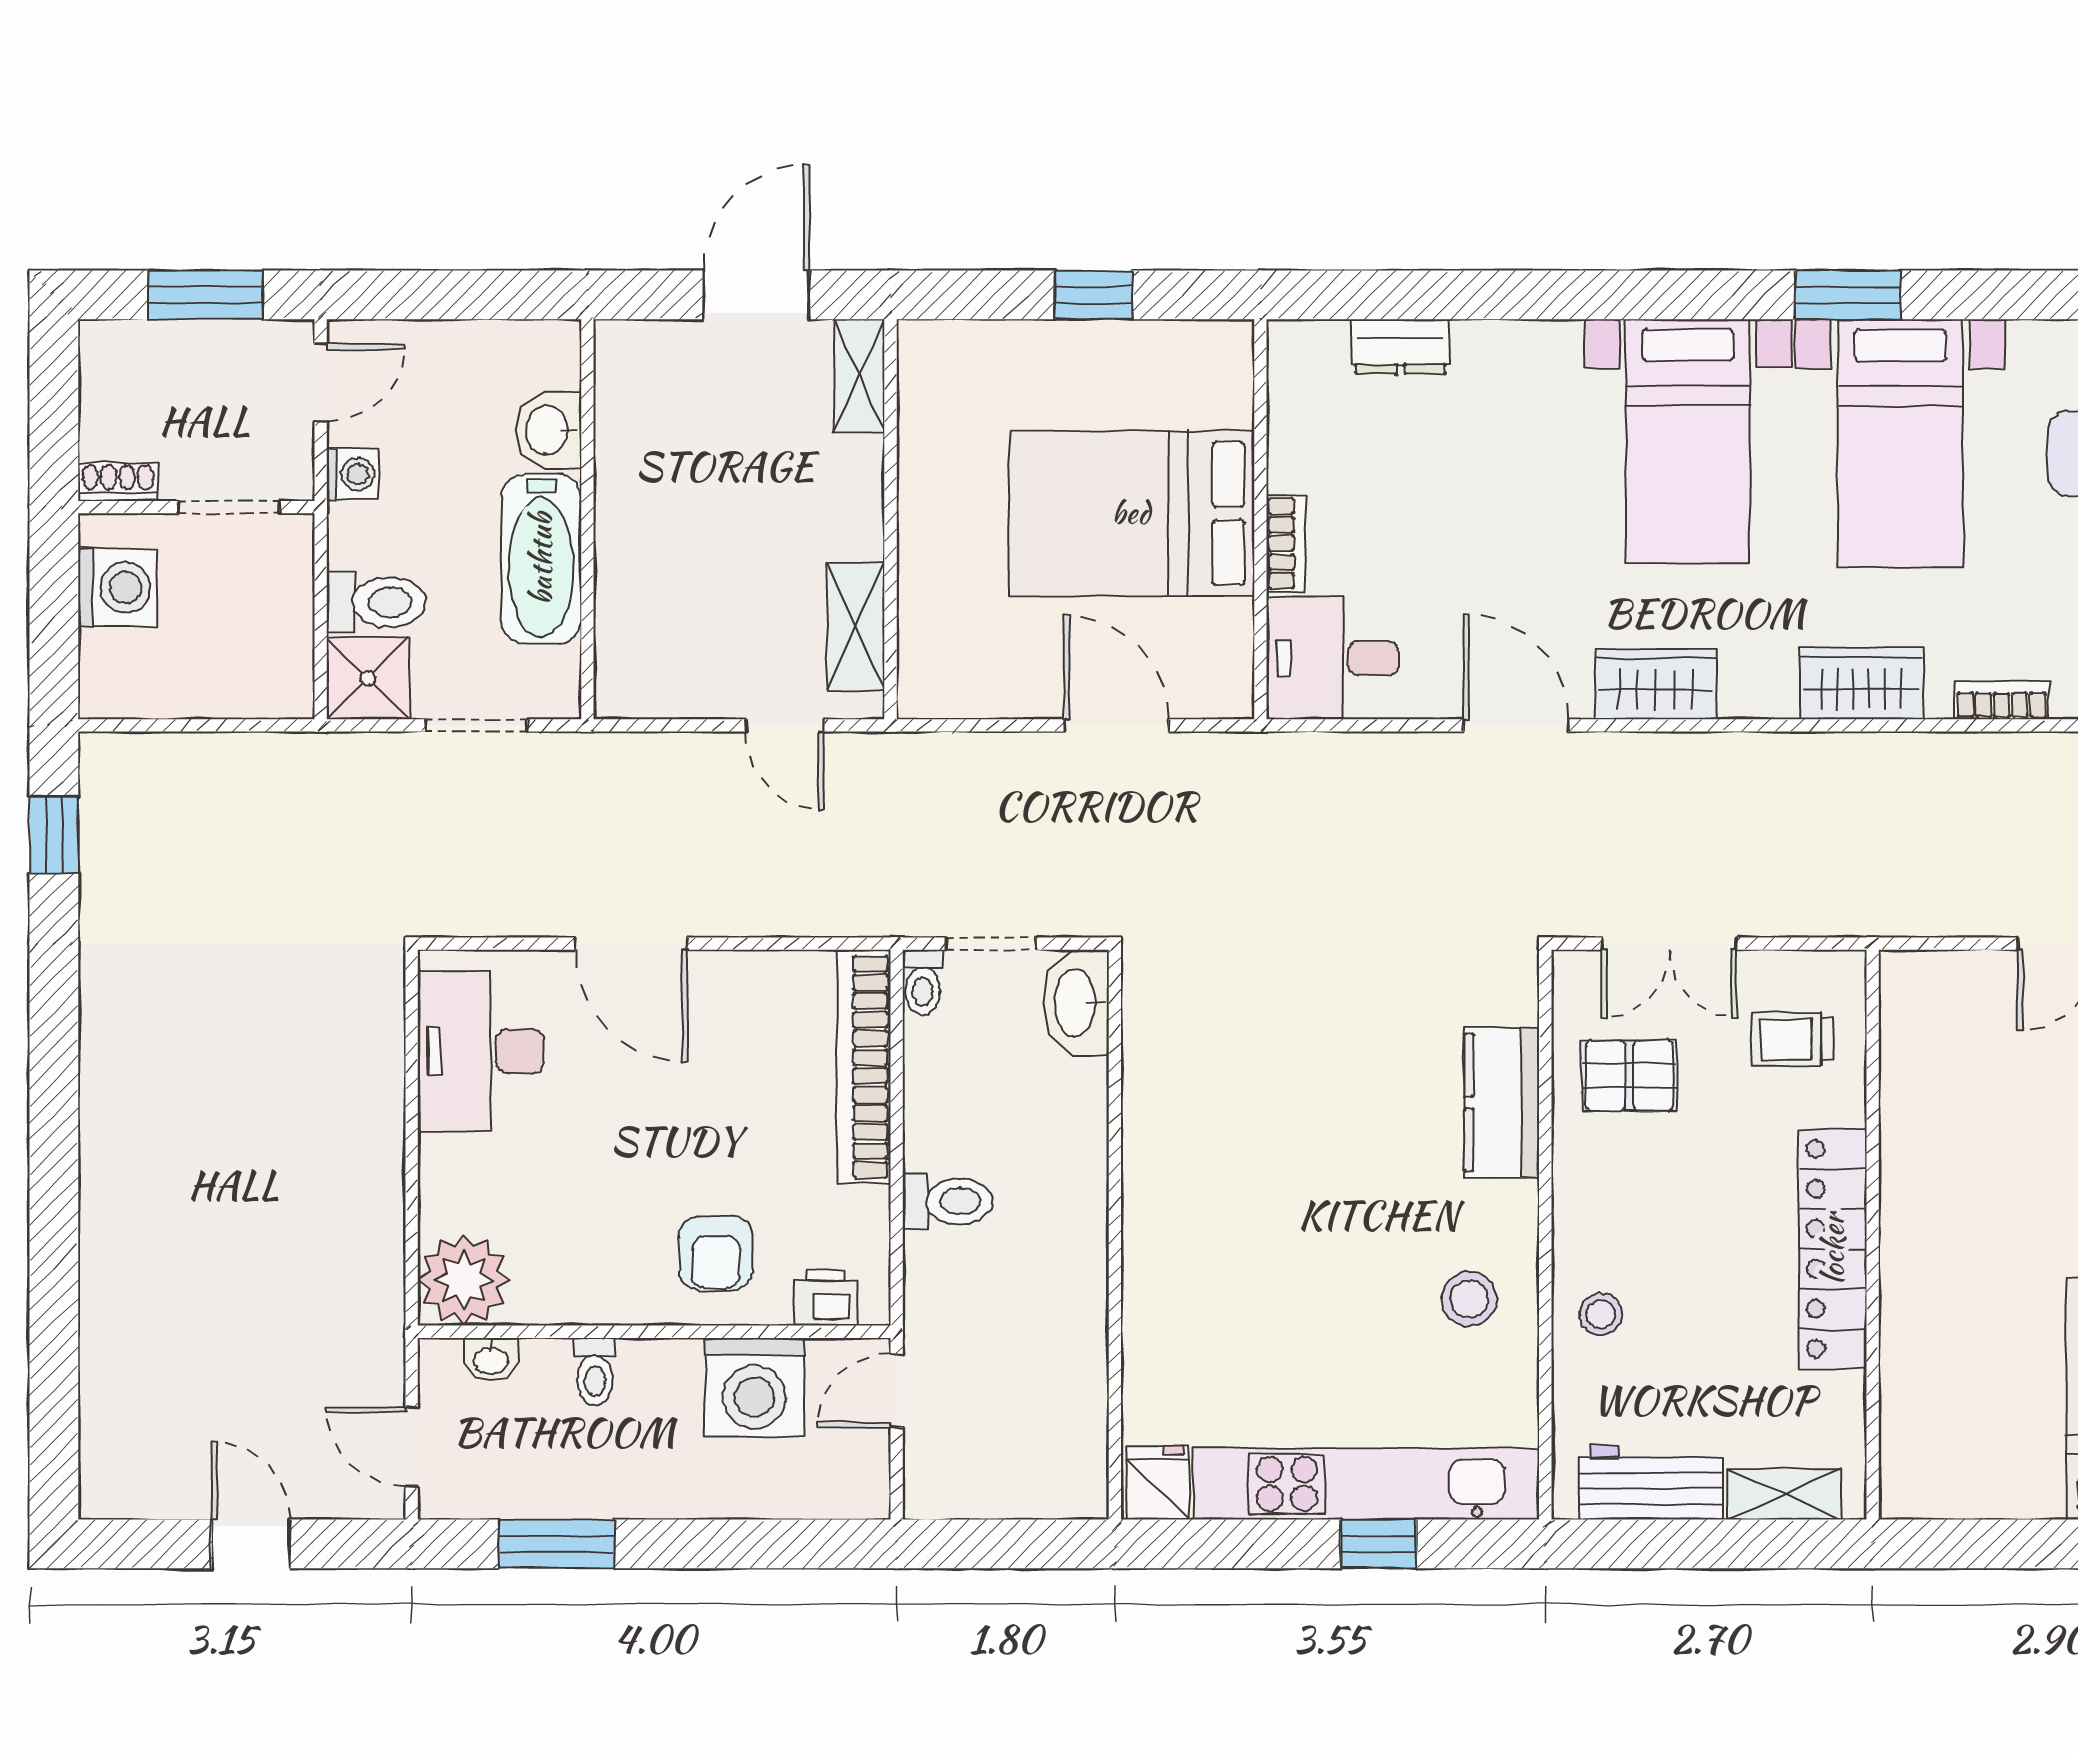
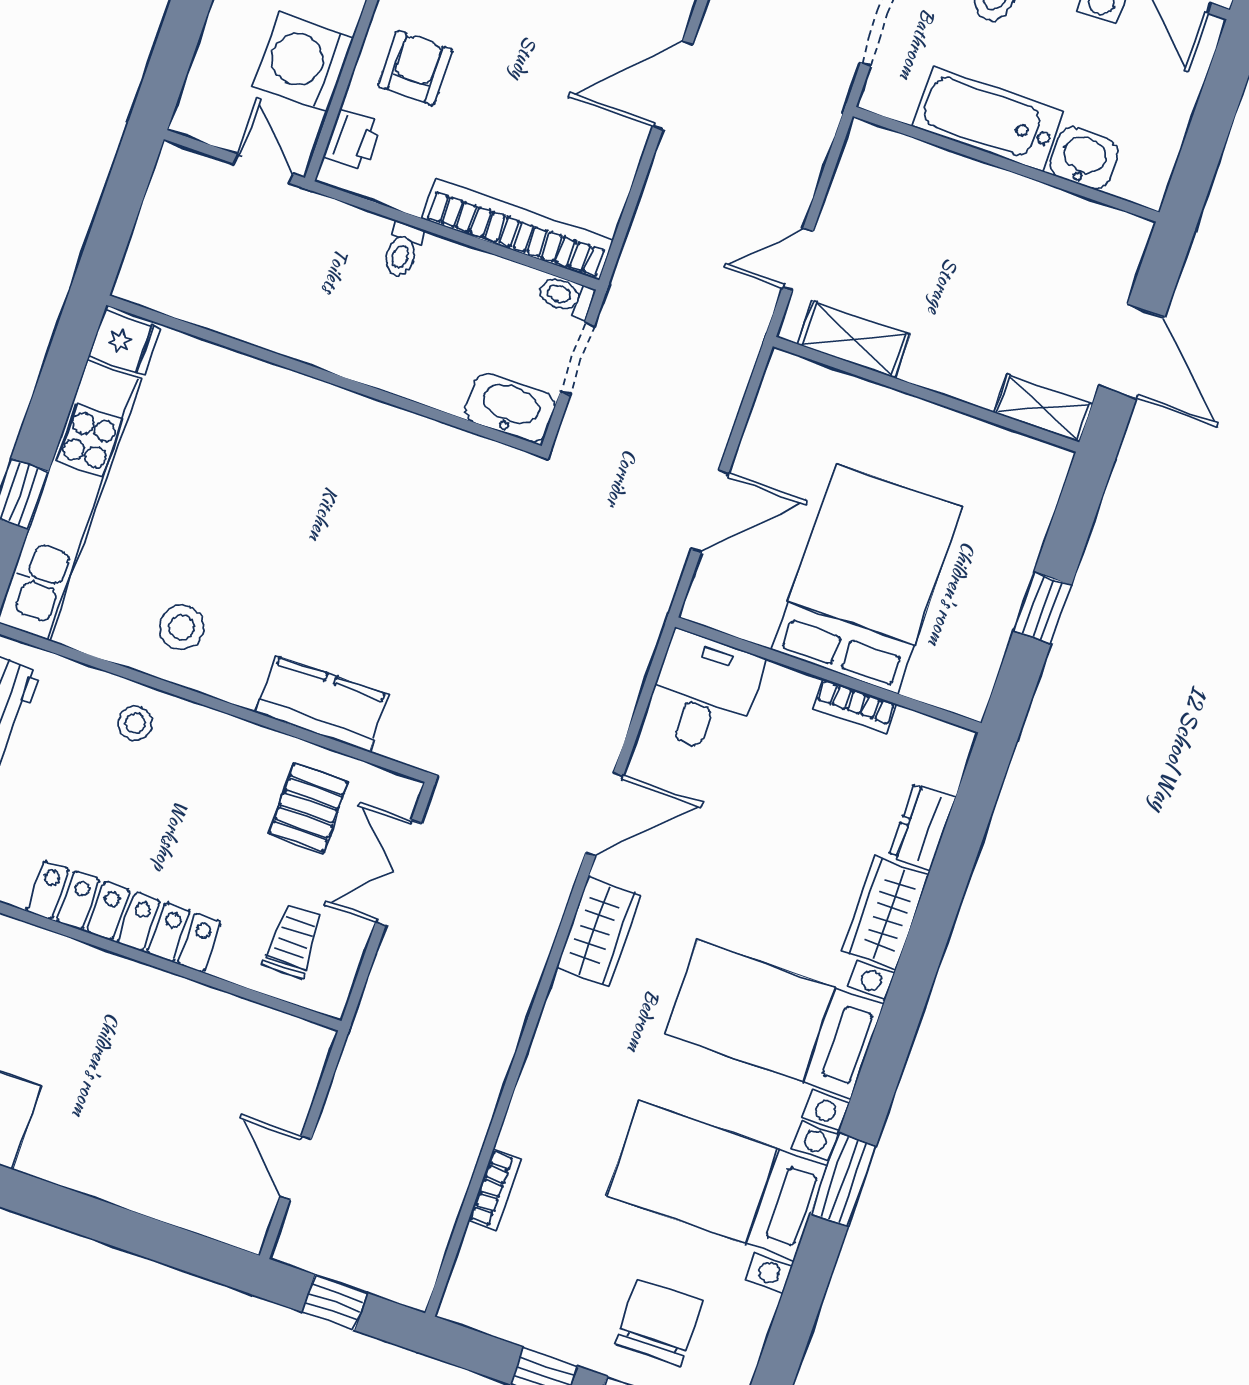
bookcase: (1286, 543) -> (855, 706), moved
wardrobe: (1861, 683) -> (885, 913), moved, turned 180
toilet: (948, 1201) -> (402, 250), width x0.73, depth x0.72
armchair: (716, 1253) -> (415, 68), turned 90

